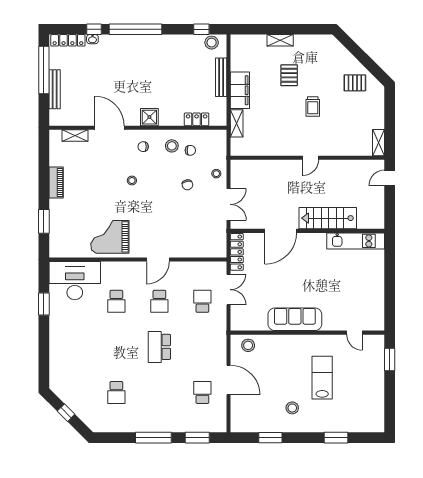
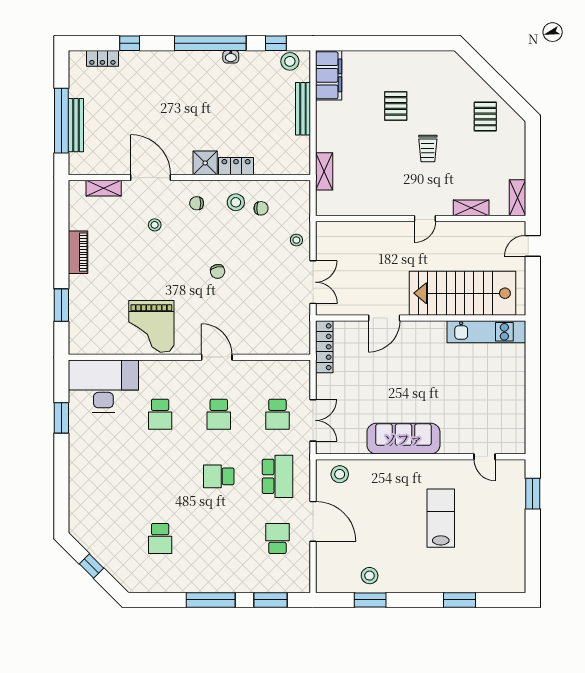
window: (135, 29) -> (210, 43), moved
washbasin: (92, 39) -> (231, 57), moved
locker: (68, 40) -> (102, 58), width x0.66
shelving: (280, 40) -> (471, 208), moved
window: (44, 70) -> (61, 121), moved
pallet: (355, 83) -> (485, 117), turned 90
filing cabinet: (240, 90) -> (329, 75), moved
locker: (197, 119) -> (236, 166), moved
stool: (132, 180) -> (155, 225), moved
chair: (187, 185) -> (218, 271), moved
stairs: (328, 218) -> (462, 293), width x1.36, depth x1.51
door: (281, 231) -> (384, 318), width x0.73
grand piano: (110, 237) -> (151, 326), turned -90
door: (158, 260) -> (217, 357), swing flipped
double door: (229, 290) -> (313, 420), moved
school desk: (202, 301) -> (277, 414), turned 180
school desk: (159, 347) -> (219, 476), width x0.54
school desk: (202, 347) -> (277, 476), added
stool: (292, 408) -> (370, 576), moved

